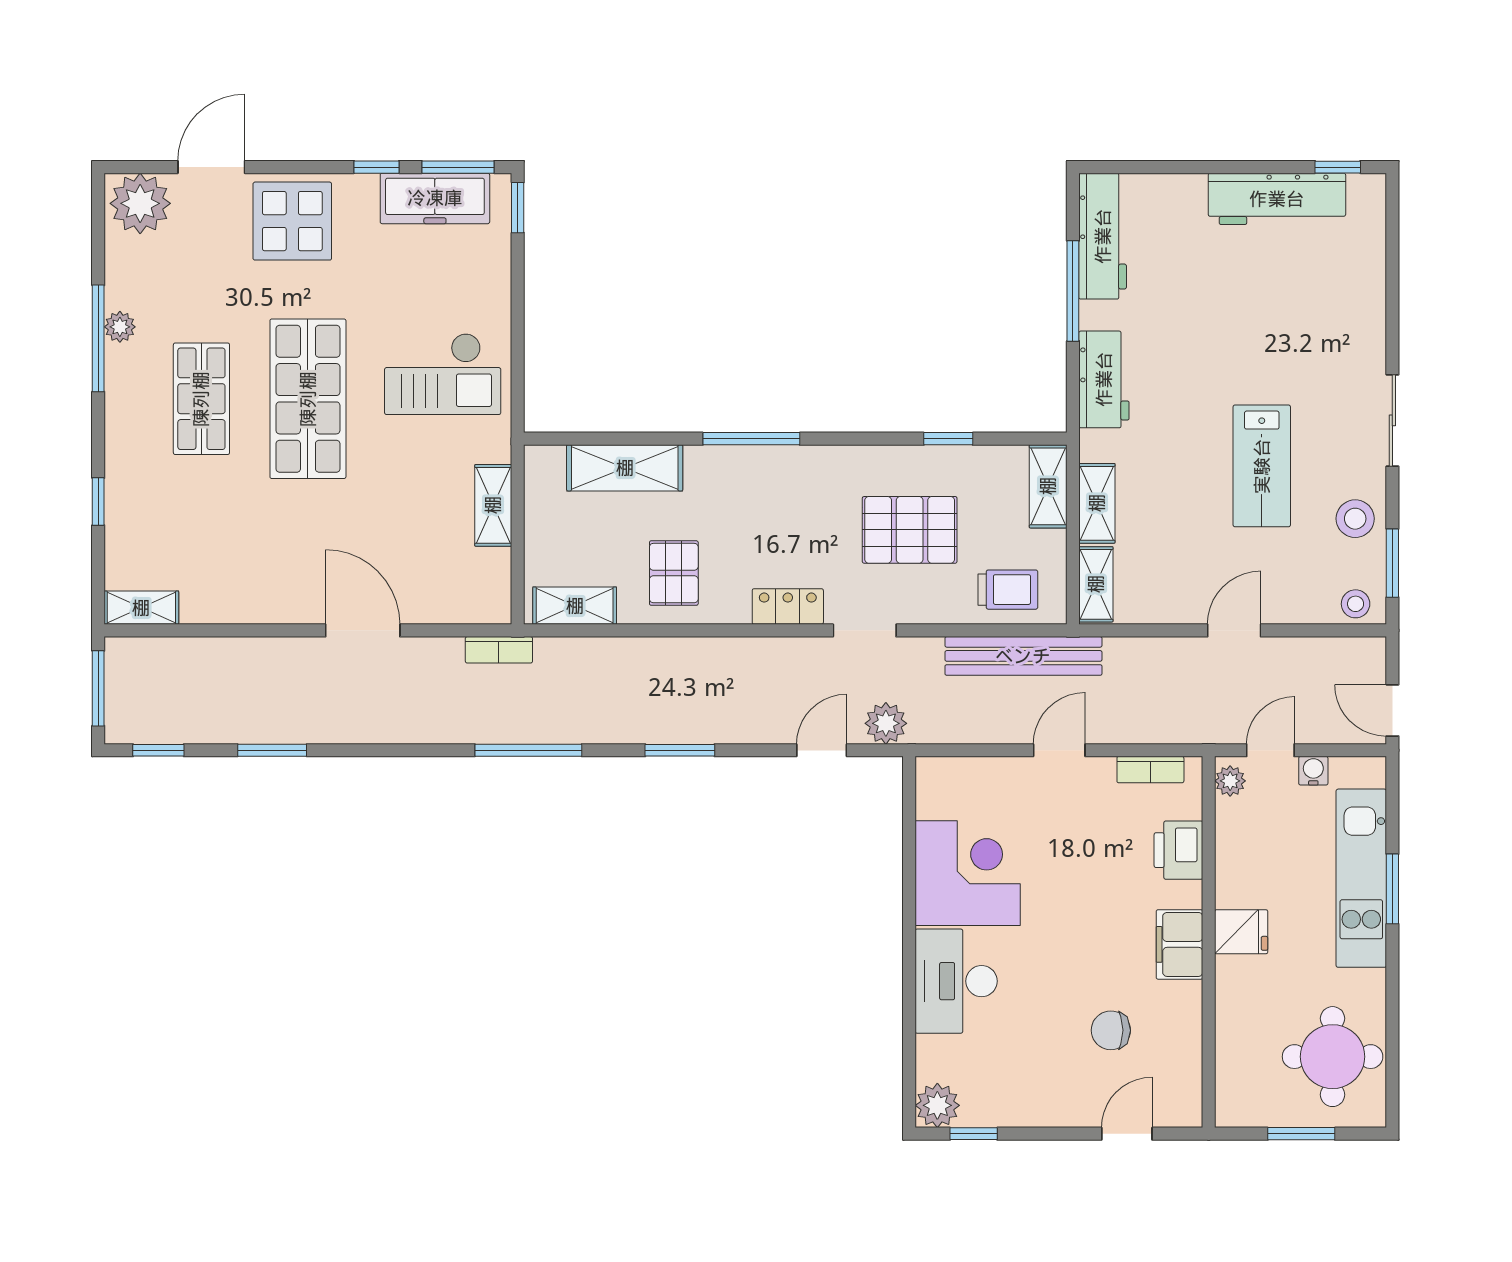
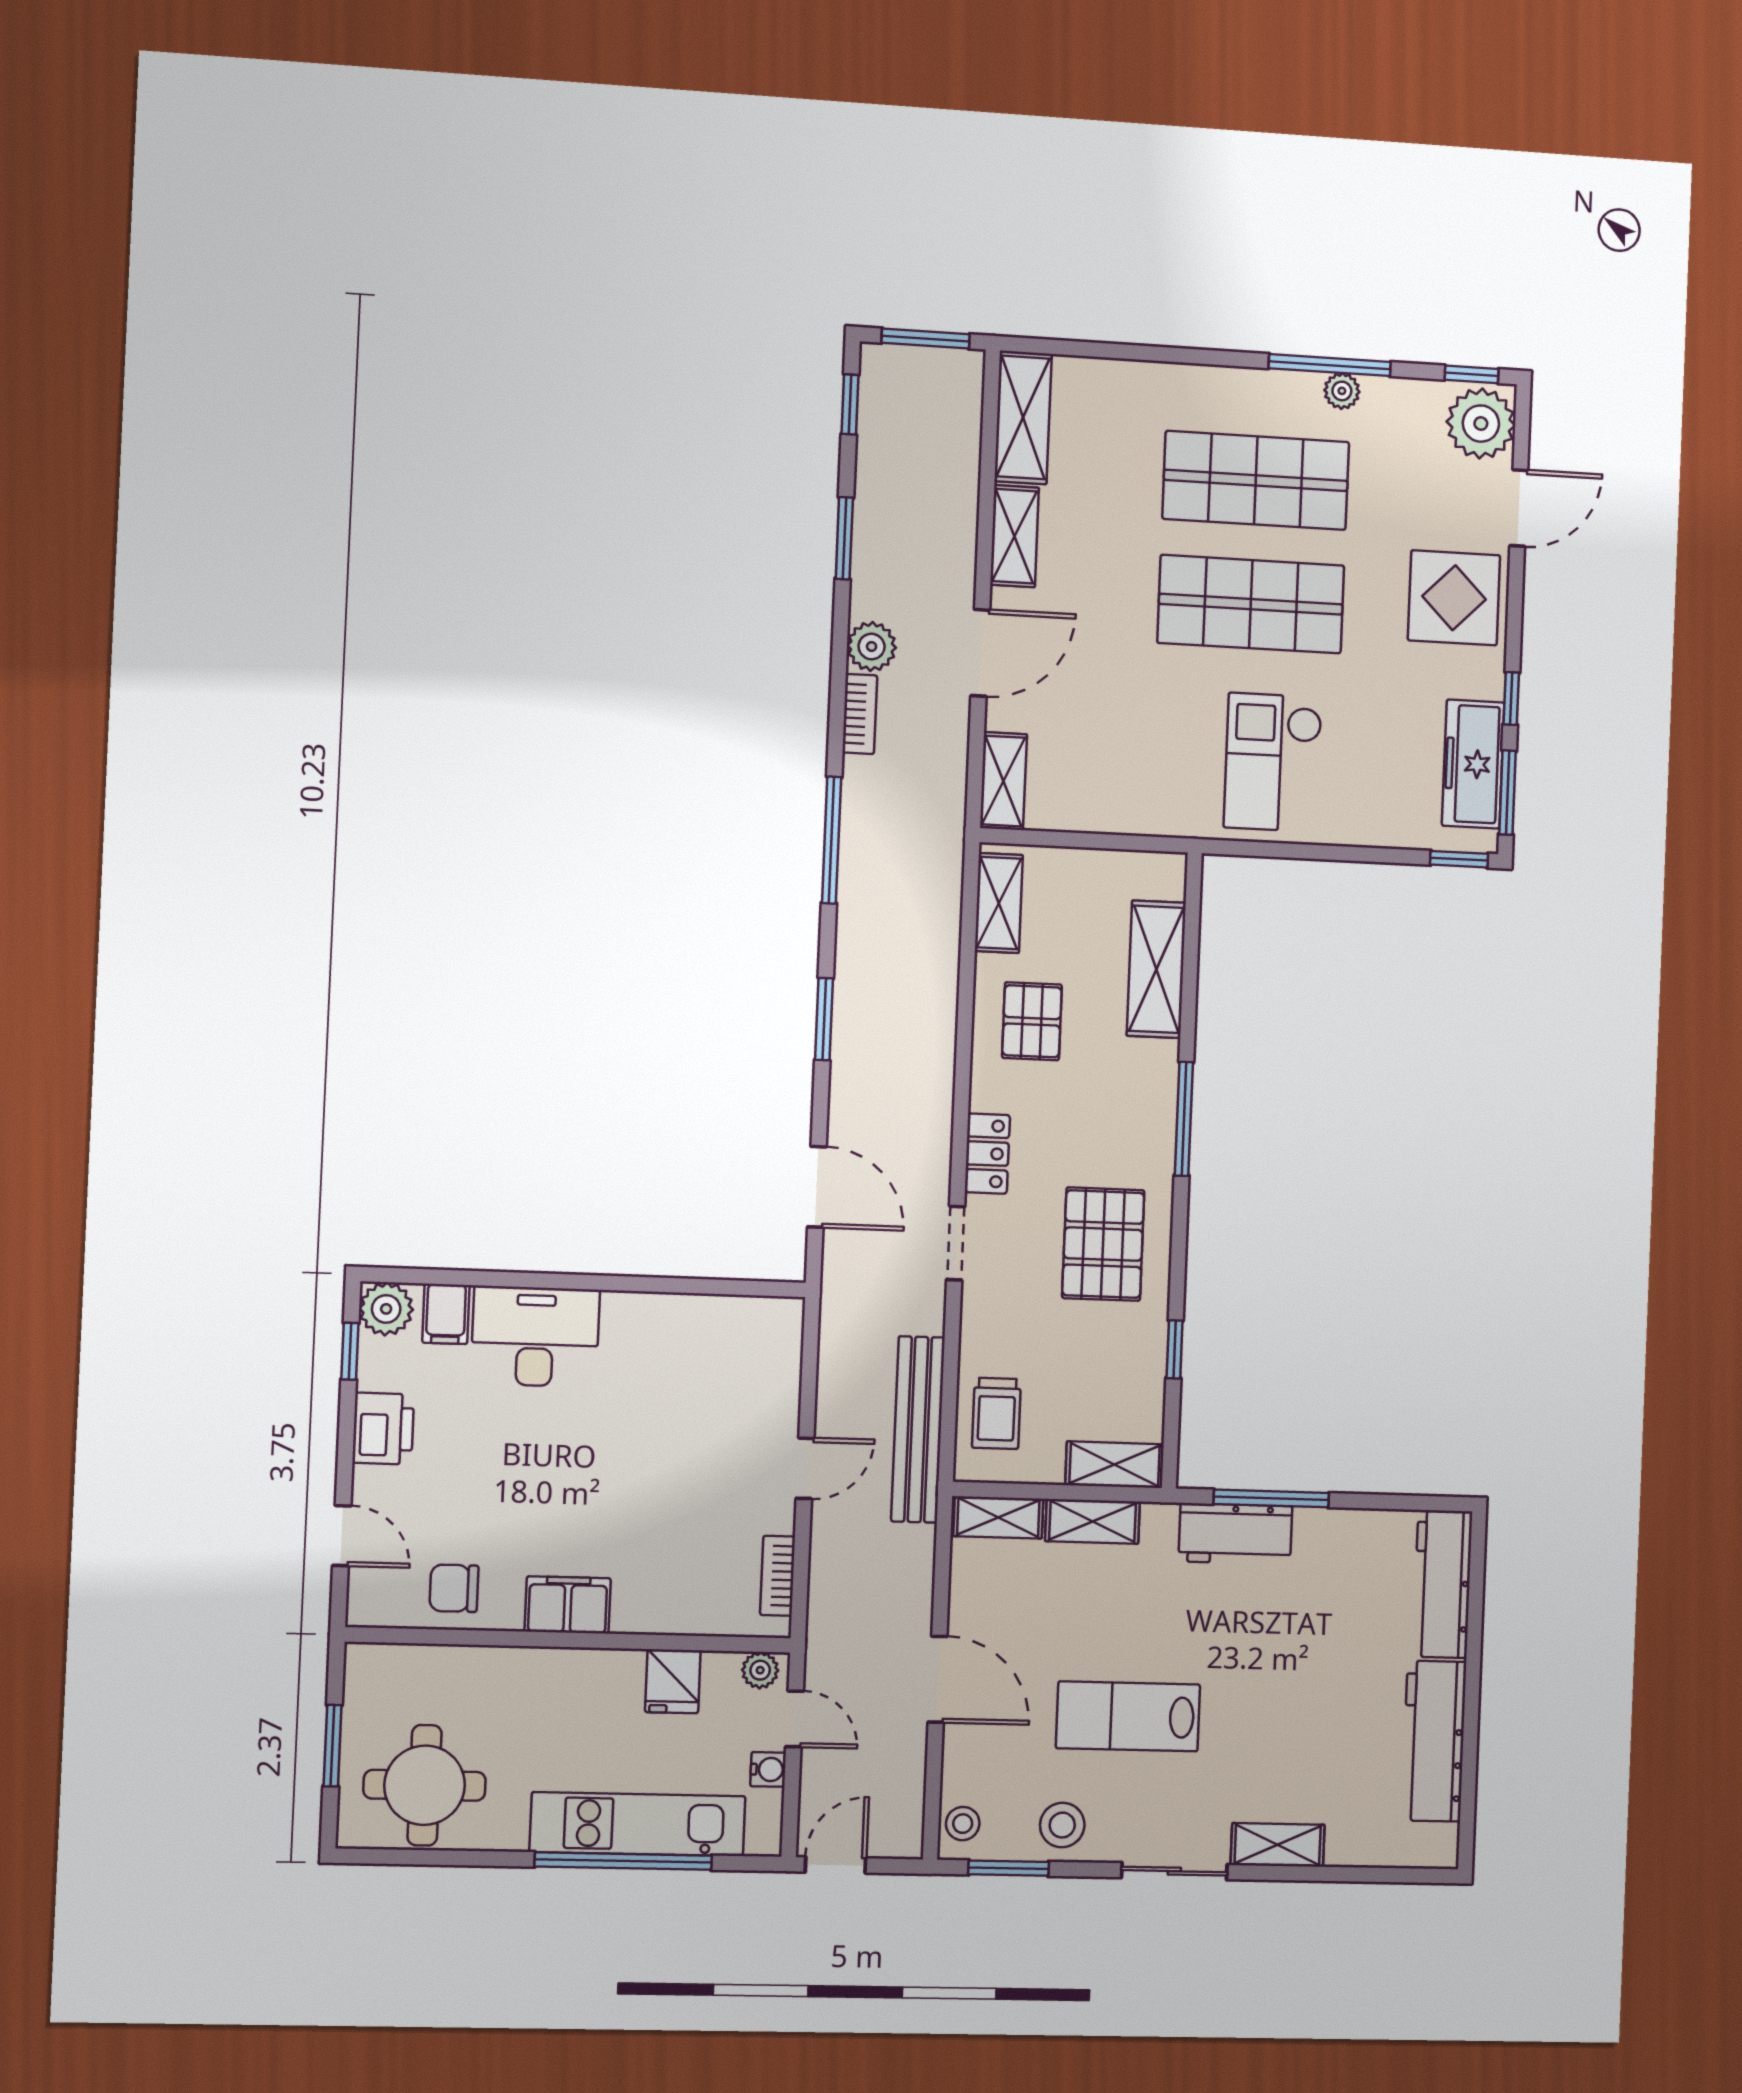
door: (211, 167) -> (1519, 508), hinge flipped
window: (1338, 167) -> (1467, 1813), removed
workbench: (1103, 236) -> (1443, 1584), moved, turned 90
window: (1073, 291) -> (1271, 1498), moved
shelving: (1368, 332) -> (1278, 1845), added
shop shelf: (201, 399) -> (1256, 480), width x1.43, depth x1.36
window: (98, 502) -> (1472, 374), moved
shelving: (493, 505) -> (1003, 781), moved, turned 90
pallet: (910, 530) -> (1103, 1244), moved
pallet: (674, 573) -> (1032, 1021), turned 90
shelving: (262, 605) -> (1014, 536), added
shelving: (141, 608) -> (1023, 417), width x1.50, depth x1.33
door: (1234, 630) -> (937, 1679), width x1.37
bookcase: (499, 650) -> (860, 714), moved, turned 180
plant: (886, 723) -> (872, 647), moved
door: (822, 750) -> (817, 1187), width x1.38
door: (1059, 750) -> (805, 1468), hinge flipped
printer: (1178, 850) -> (383, 1429), moved, turned 90
corner desk: (968, 873) -> (664, 1355), removed
window: (1392, 889) -> (623, 1861), width x2.11
fridge: (1241, 932) -> (673, 1681), moved
chair: (1111, 1030) -> (454, 1588), moved, turned -90
filing cabinet: (940, 1056) -> (446, 1314), added

